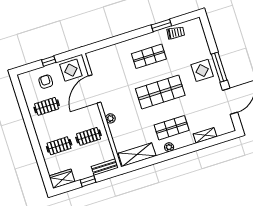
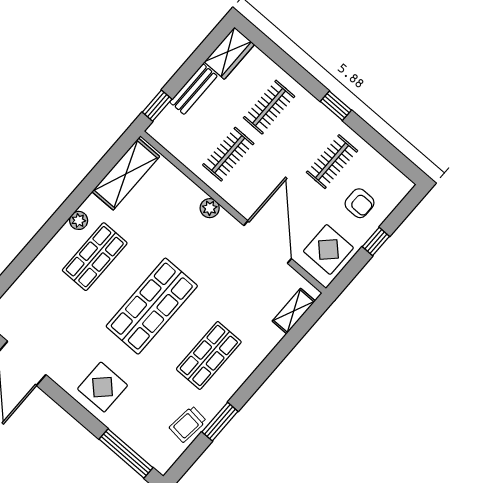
window: (219, 67) -> (126, 453), moved
window: (30, 129) -> (336, 106), added
shelving: (205, 135) -> (294, 311), moved
bench: (105, 167) -> (193, 89), moved
window: (88, 181) -> (157, 106), moved

